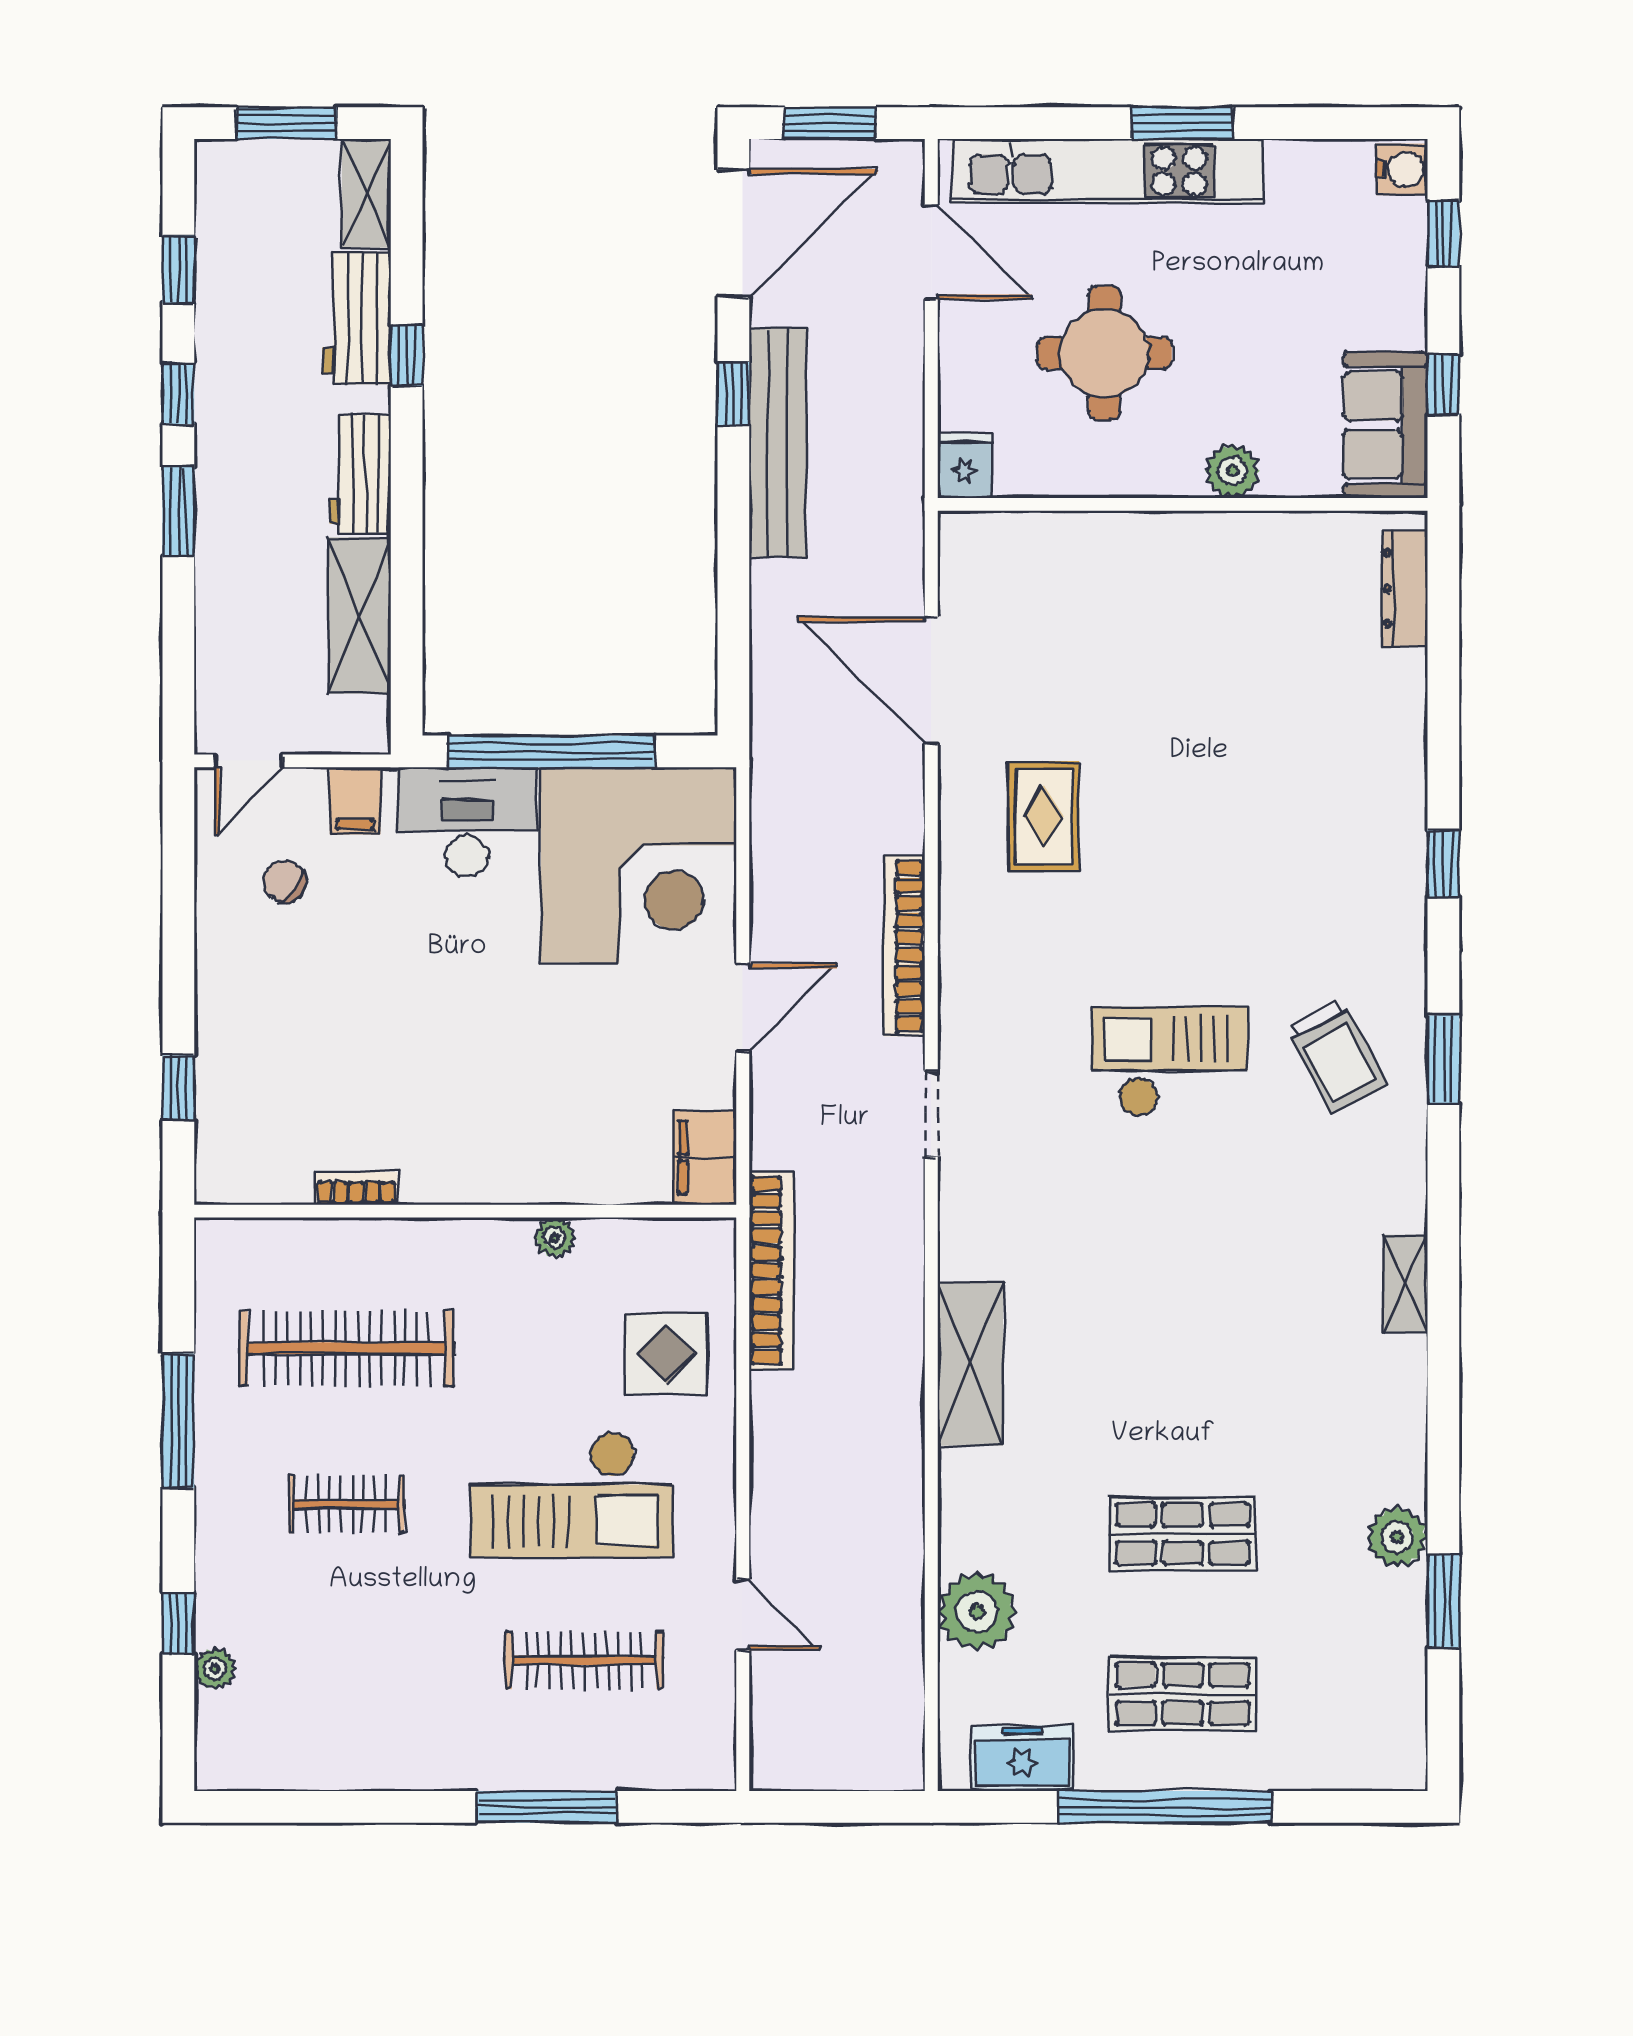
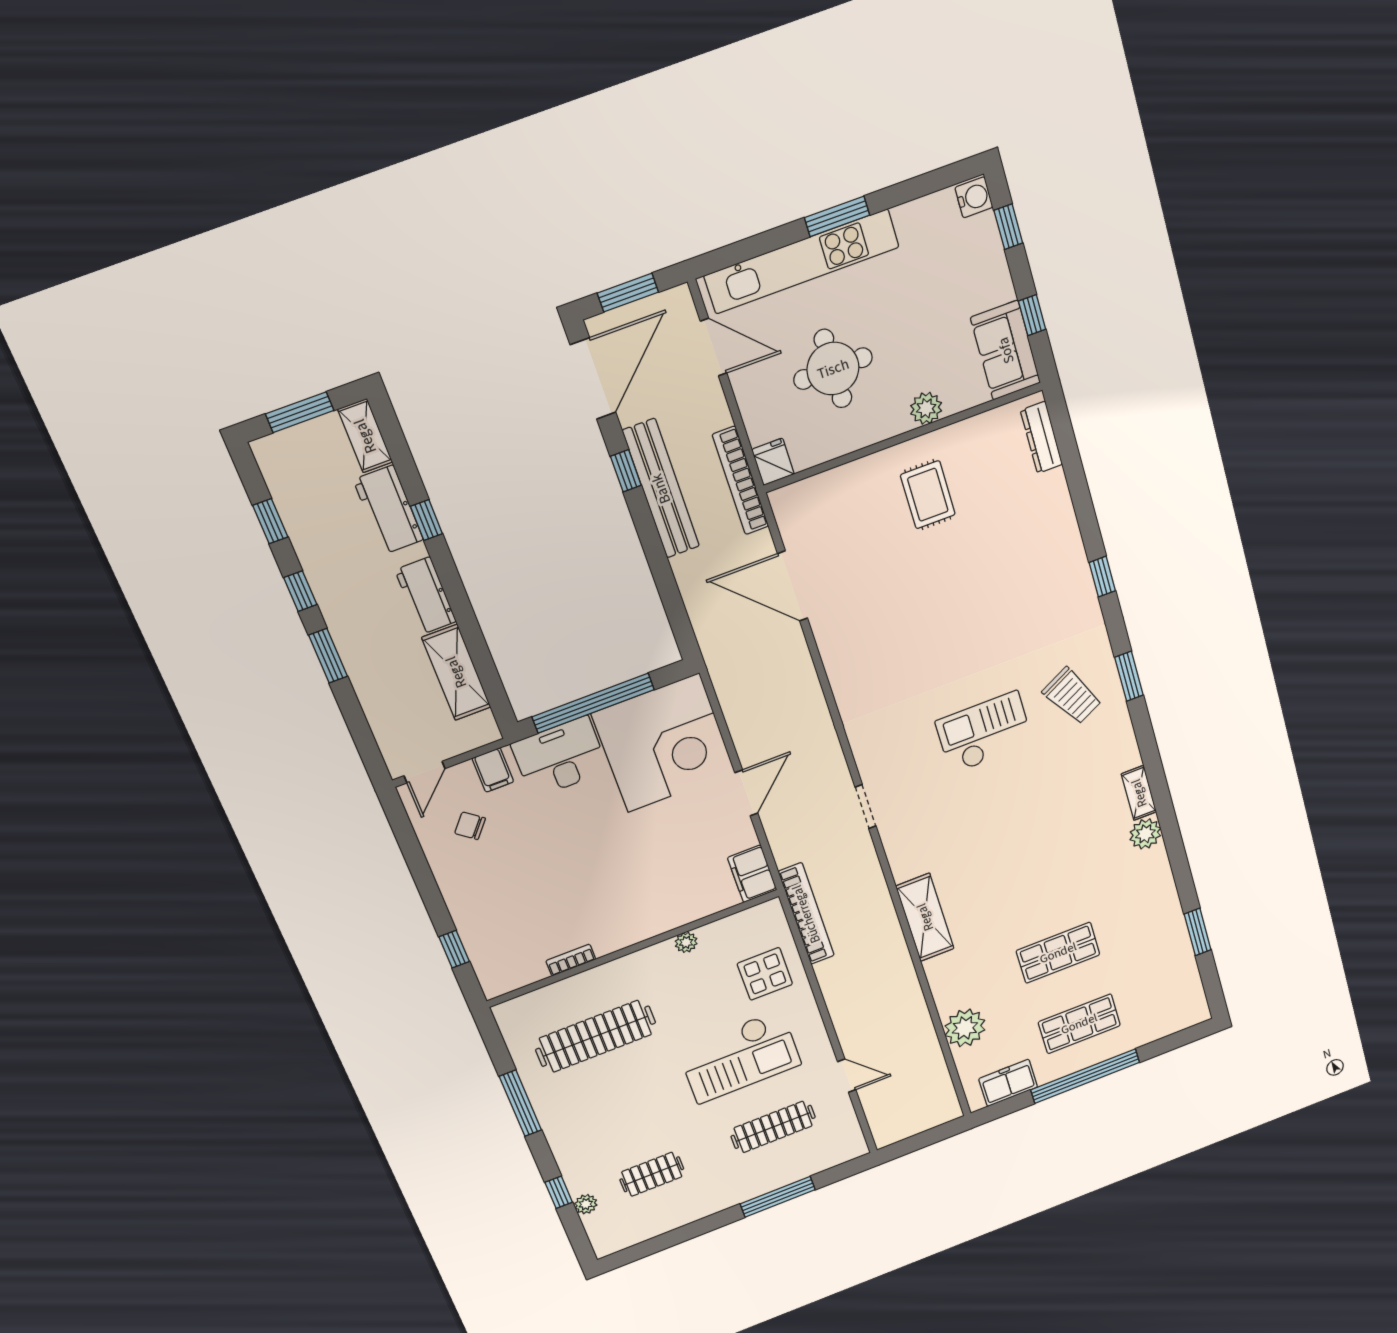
rug: (1044, 816) -> (928, 495), moved
bookcase: (904, 946) -> (741, 481), moved
clothes rail: (346, 1504) -> (652, 1174), moved
plant: (1397, 1537) -> (1145, 834), moved

